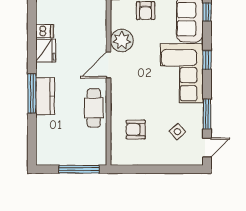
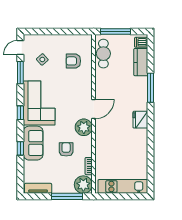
dishwasher: (45, 31) -> (141, 42), moved
kitchen counter: (45, 96) -> (141, 62), moved
cafe table: (94, 108) -> (103, 54), moved
armchair: (136, 130) -> (73, 61), turned 180

